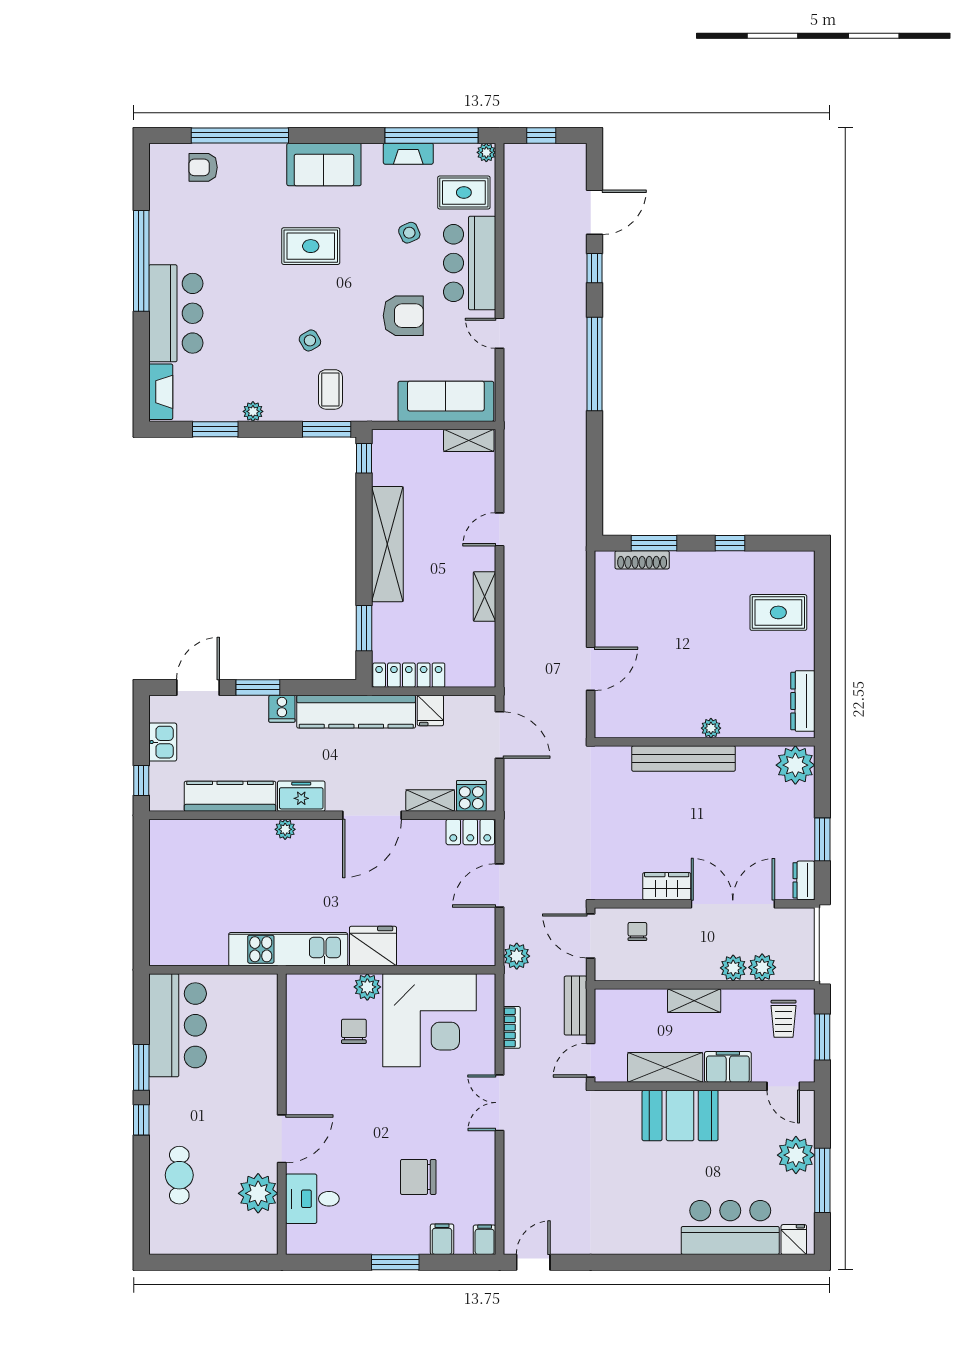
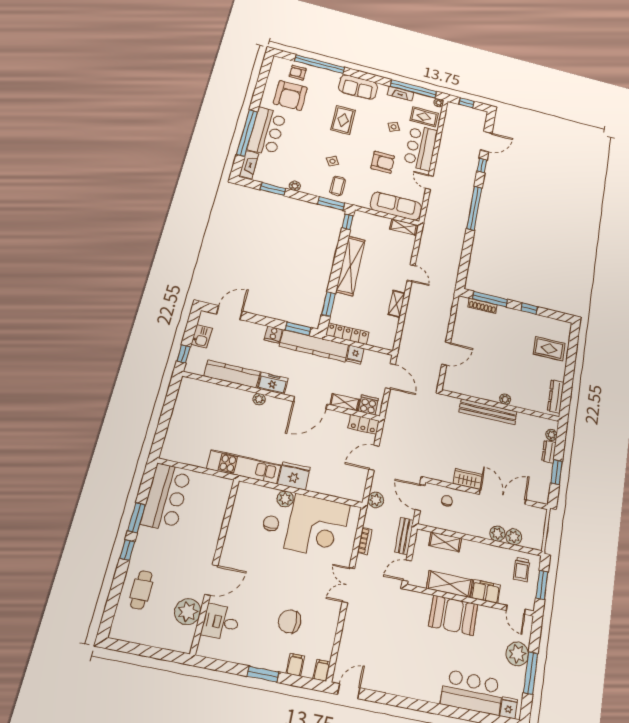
armchair: (201, 222) -> (290, 95), added
rug: (311, 246) -> (343, 120), turned 90
window: (141, 261) -> (247, 133), moved
door: (500, 529) -> (411, 273), swing flipped
window: (654, 543) -> (490, 299), width x1.44
window: (258, 687) -> (298, 329), moved
plant: (795, 765) -> (551, 435), width x0.53, depth x0.53
dresser: (804, 880) -> (549, 452), moved
shelving: (694, 1001) -> (445, 542), moved

